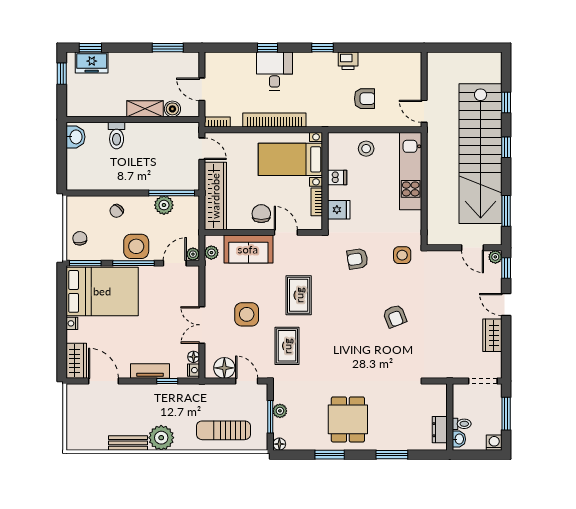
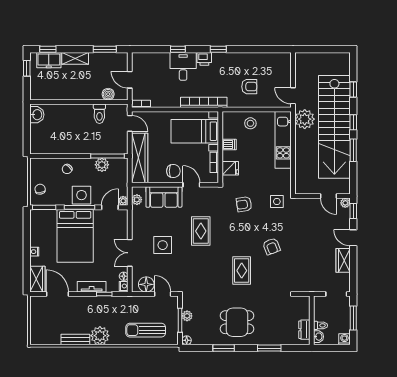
printer: (348, 61) -> (204, 59), moved
shelving: (145, 109) -> (75, 58), moved
bookcase: (274, 120) -> (204, 102), moved
toilet: (117, 135) -> (99, 114), moved
plant: (440, 143) -> (305, 119), added
window: (506, 211) -> (353, 150), moved
chair: (261, 214) -> (173, 171), turned 90
bed: (102, 291) -> (75, 236), moved, turned 90
rug: (287, 346) -> (242, 271), moved
dining table: (348, 419) -> (237, 322), turned 90

